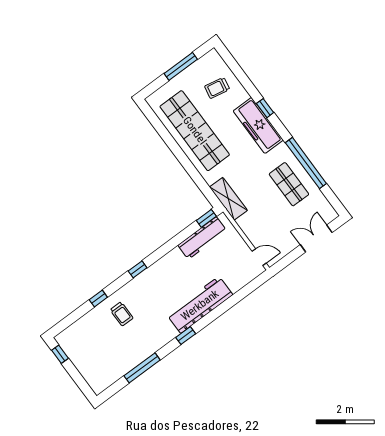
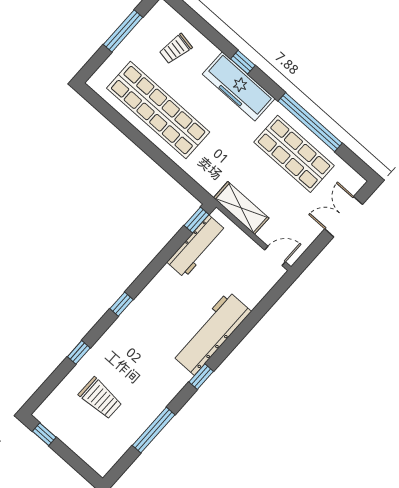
shop shelf: (289, 184) -> (294, 154), width x1.43, depth x1.36
shelving: (228, 199) -> (241, 208), moved
trolley: (122, 314) -> (100, 398), moved, width x1.36, depth x1.39

